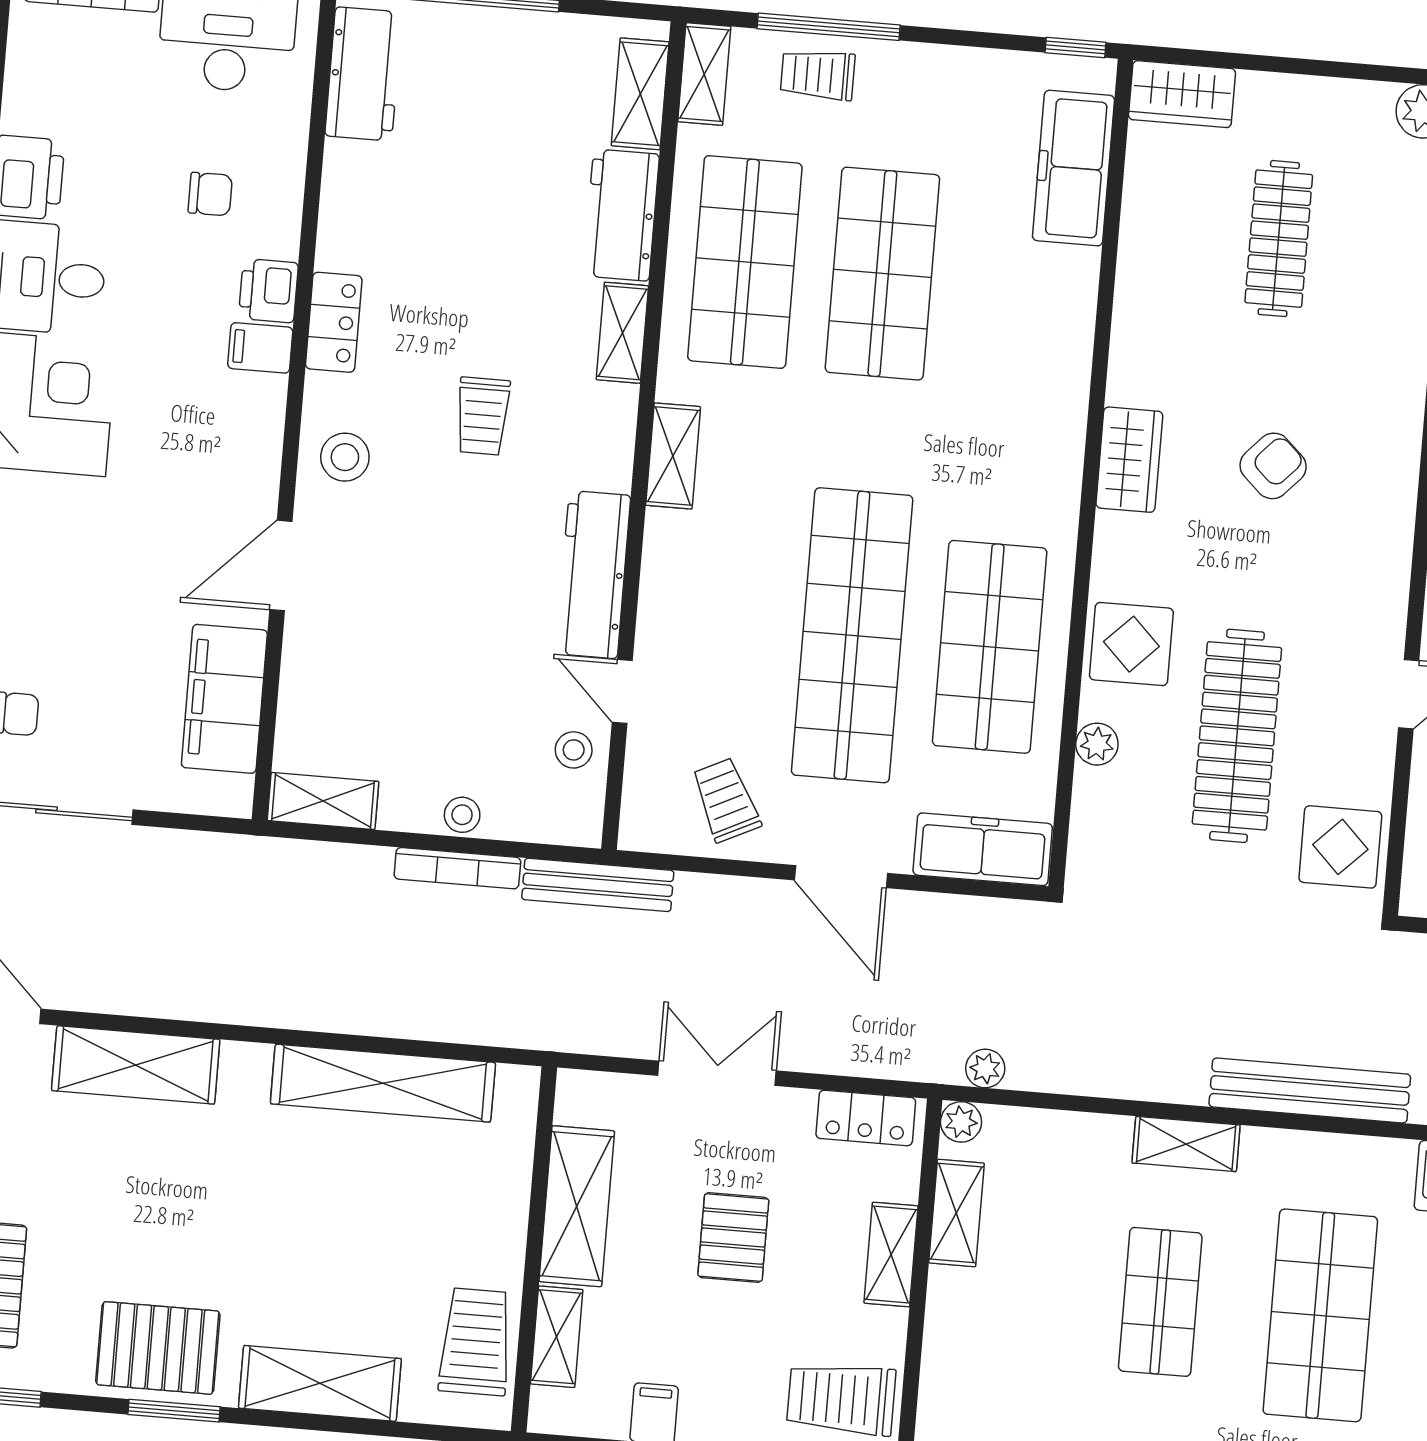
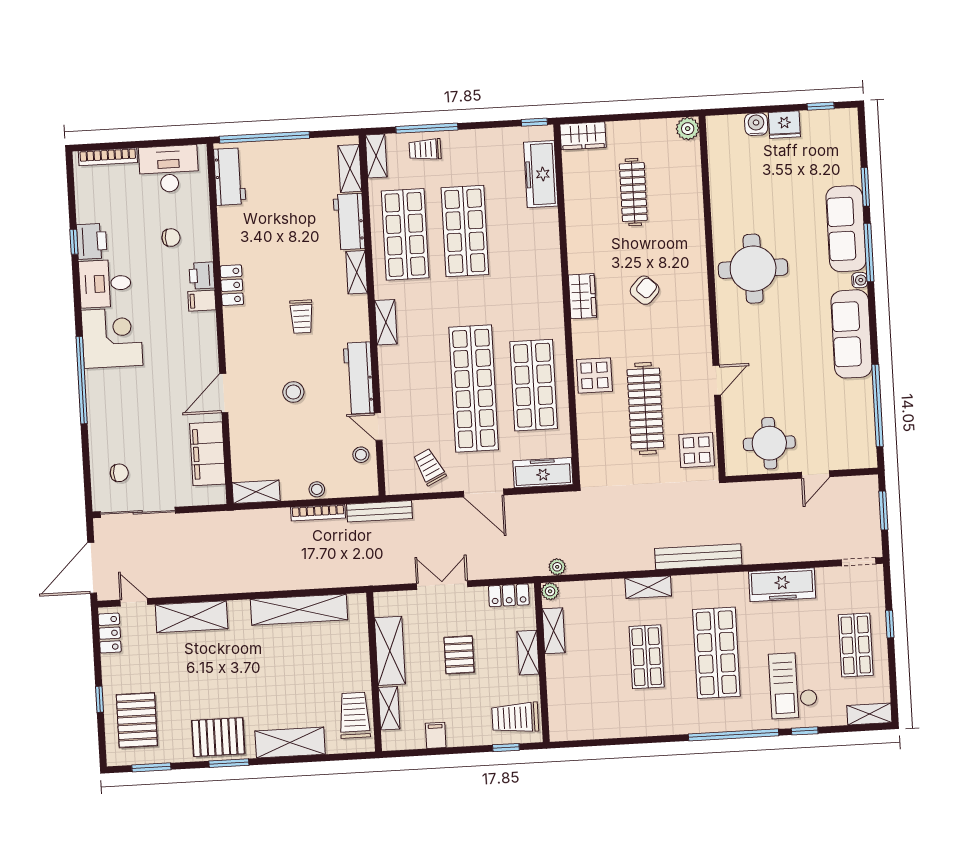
stool: (345, 457) -> (293, 392), moved
plant: (1097, 744) -> (586, 421), removed

